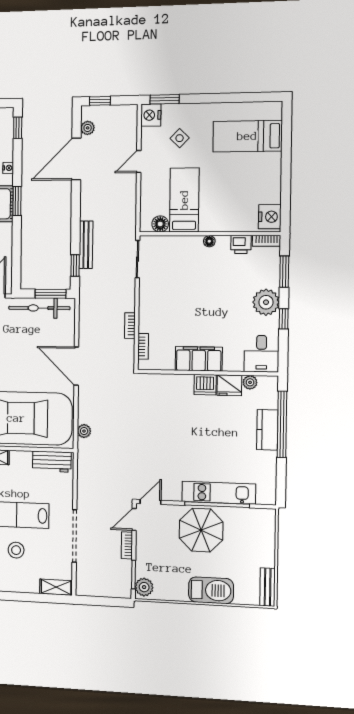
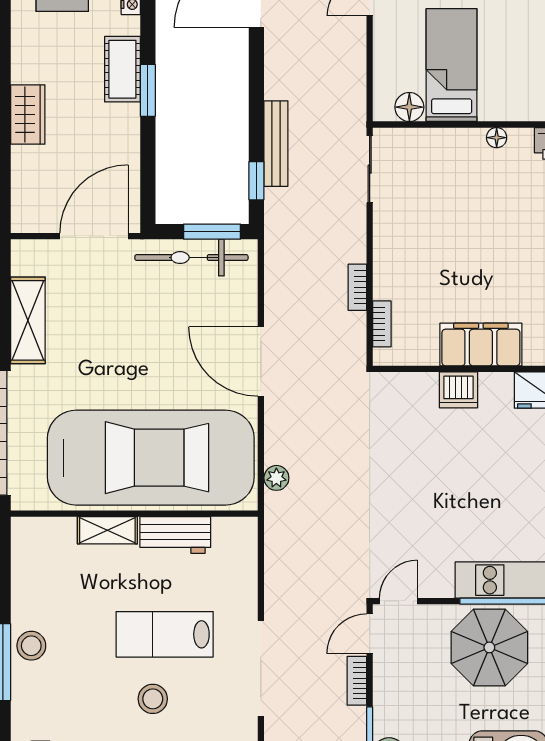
window: (17, 201) -> (148, 90), moved
dishwasher: (205, 385) -> (458, 390), moved
workbench: (52, 462) -> (175, 535), moved

